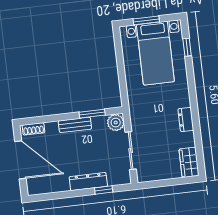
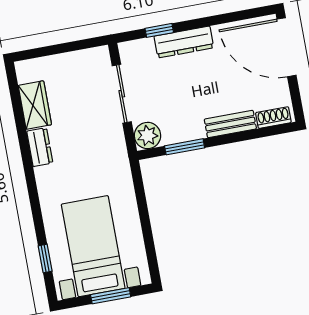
bench: (75, 125) -> (230, 124), moved
door: (20, 160) -> (287, 47), moved
wardrobe: (189, 162) -> (35, 105), moved

